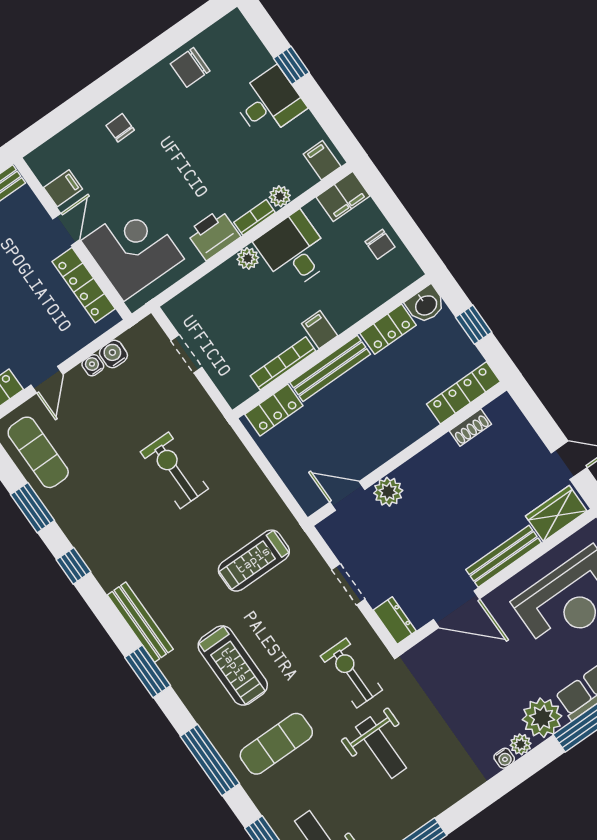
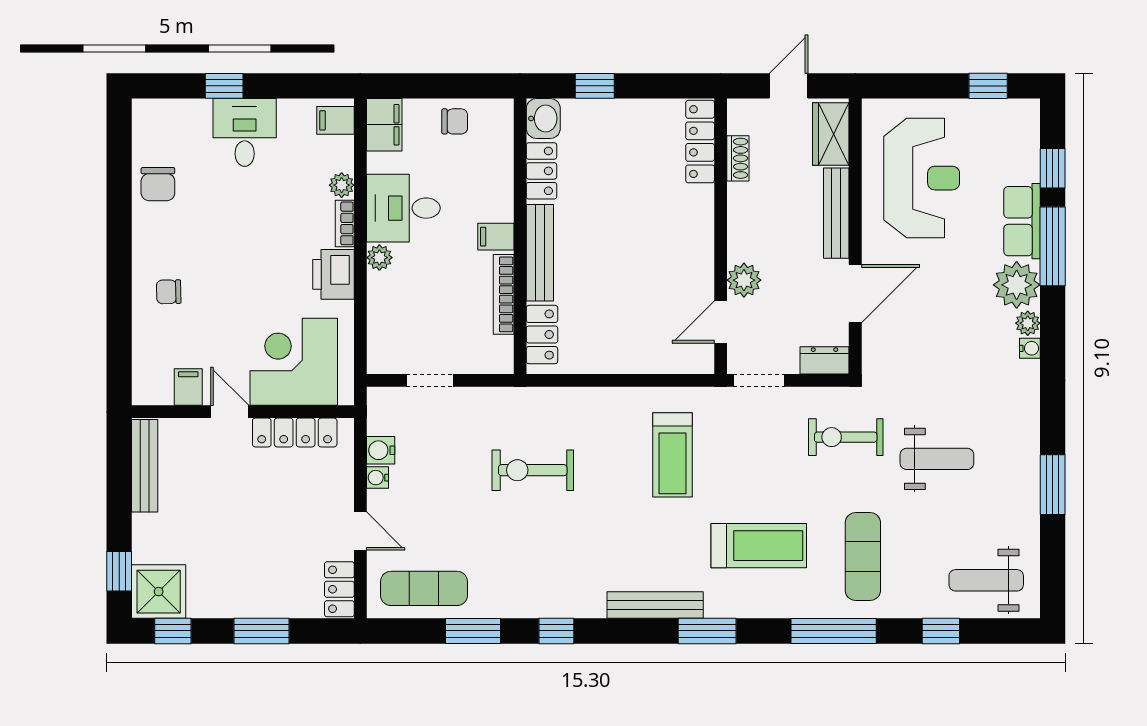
locker: (463, 393) -> (700, 142), moved
shoe rack: (470, 428) -> (738, 158), moved
wall: (407, 454) -> (721, 236), moved
plant: (388, 492) -> (744, 280), moved
door: (347, 496) -> (721, 322), moved

